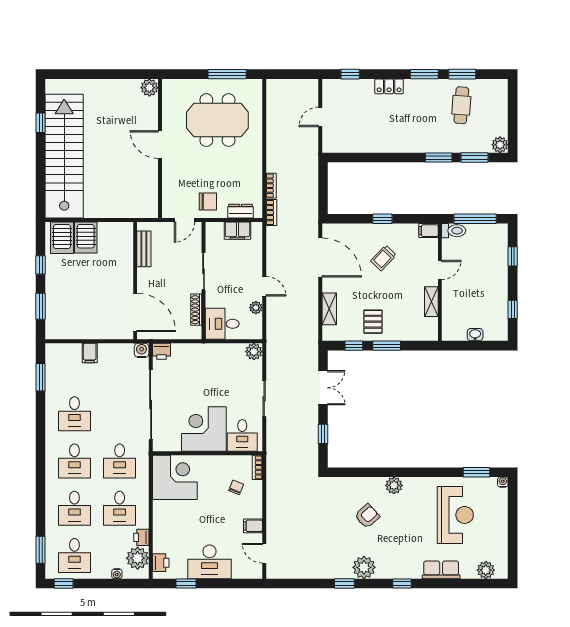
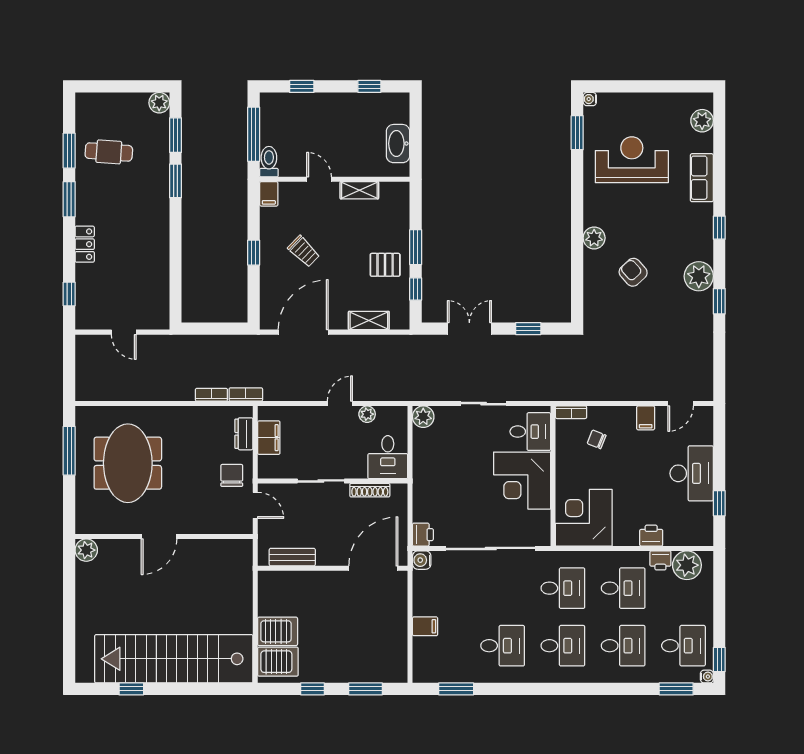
washbasin: (475, 335) -> (398, 144), width x1.91, depth x1.45
printer: (161, 563) -> (651, 536), moved
water cooler: (117, 574) -> (707, 677), moved

